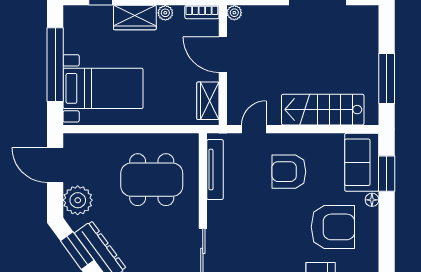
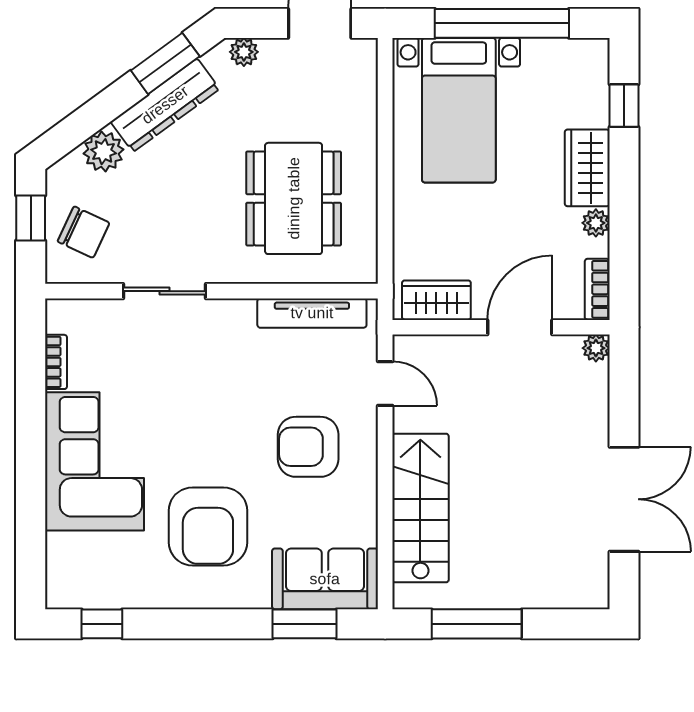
armchair: (289, 172) -> (308, 447), turned -90
plant: (78, 200) -> (244, 52), width x0.53, depth x0.53
floor lamp: (372, 200) -> (257, 597), removed

